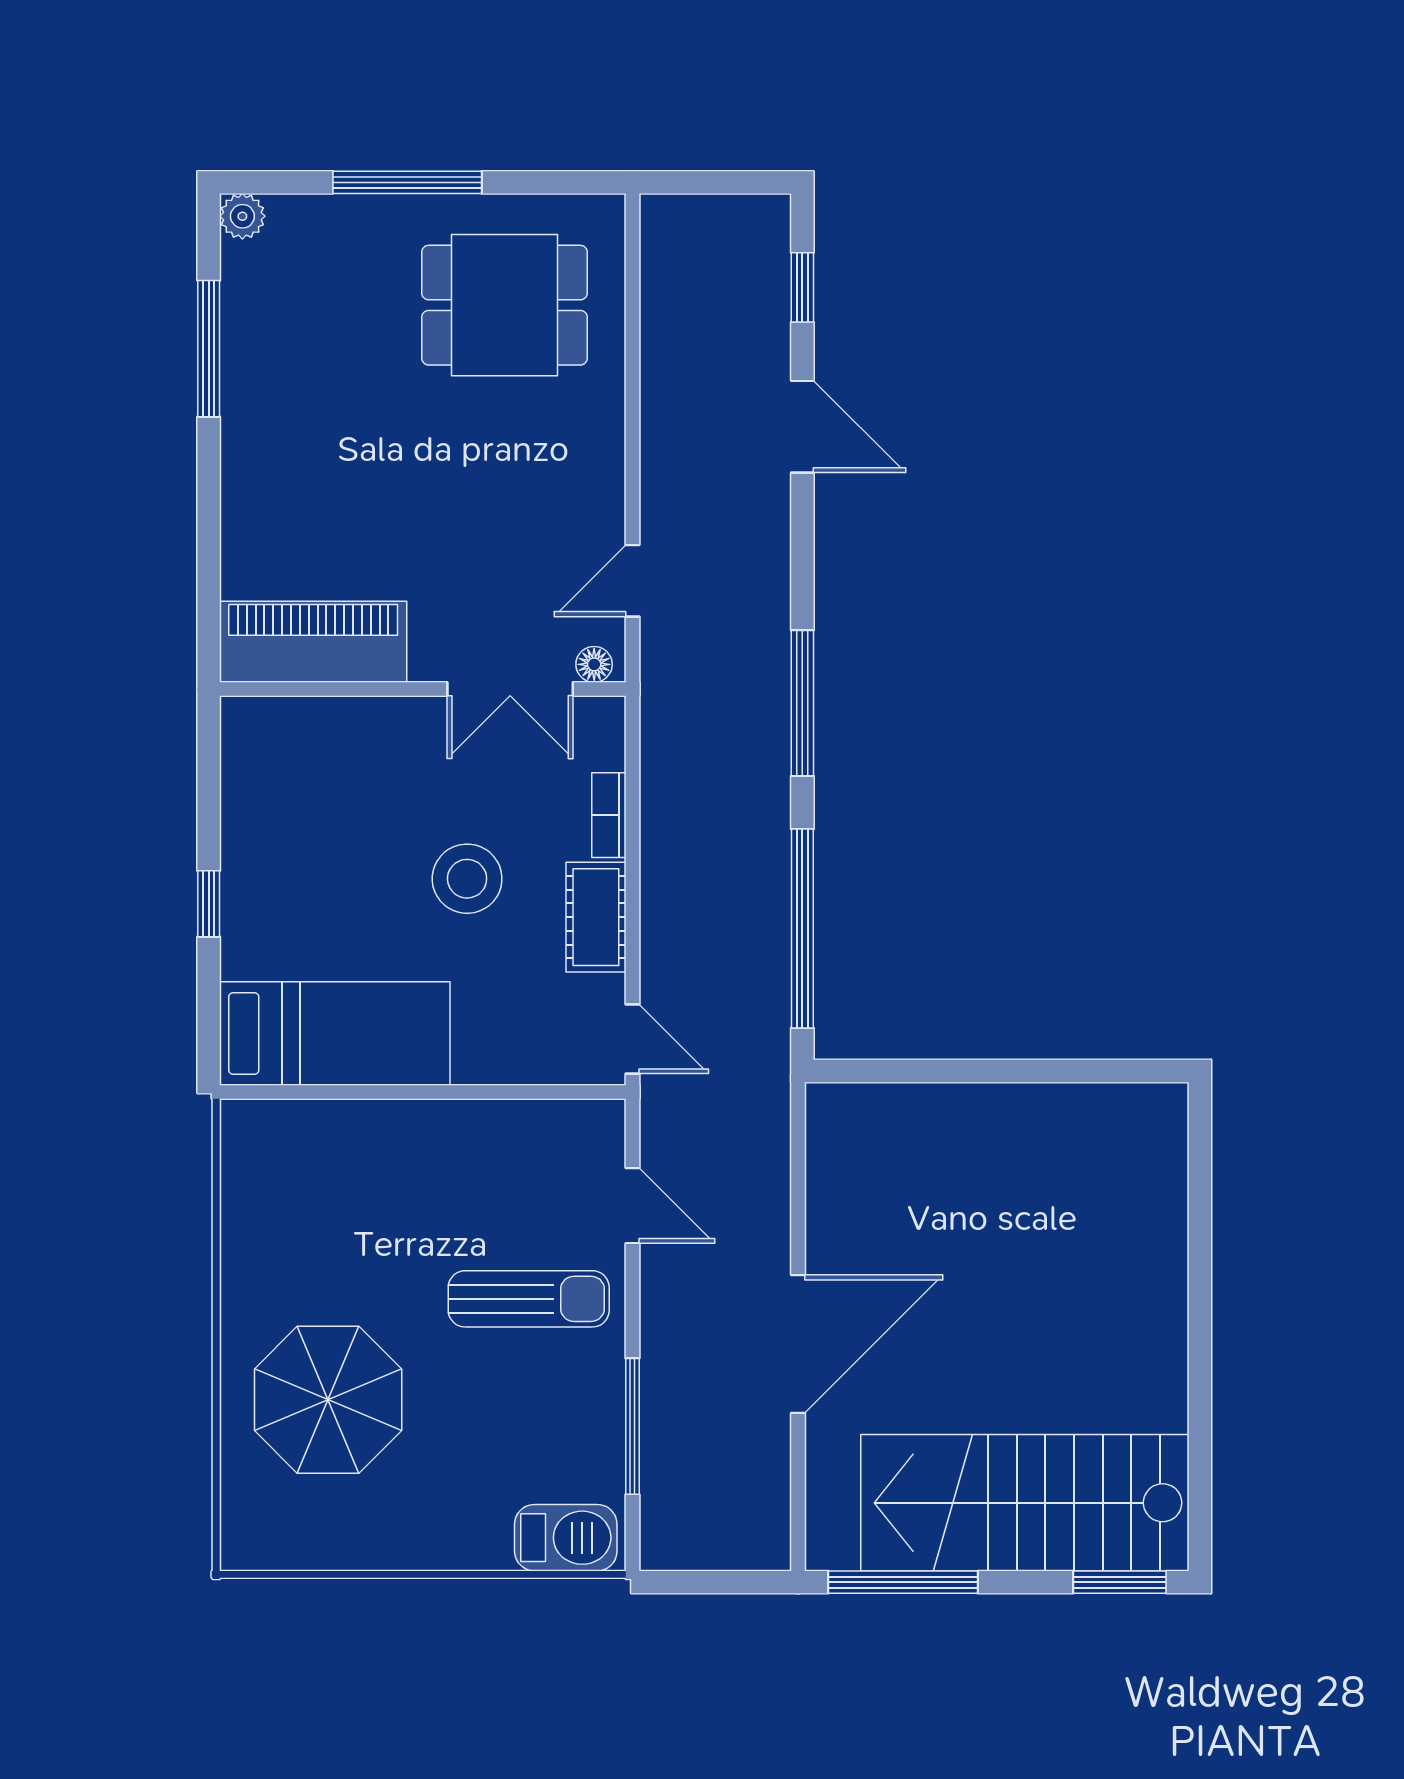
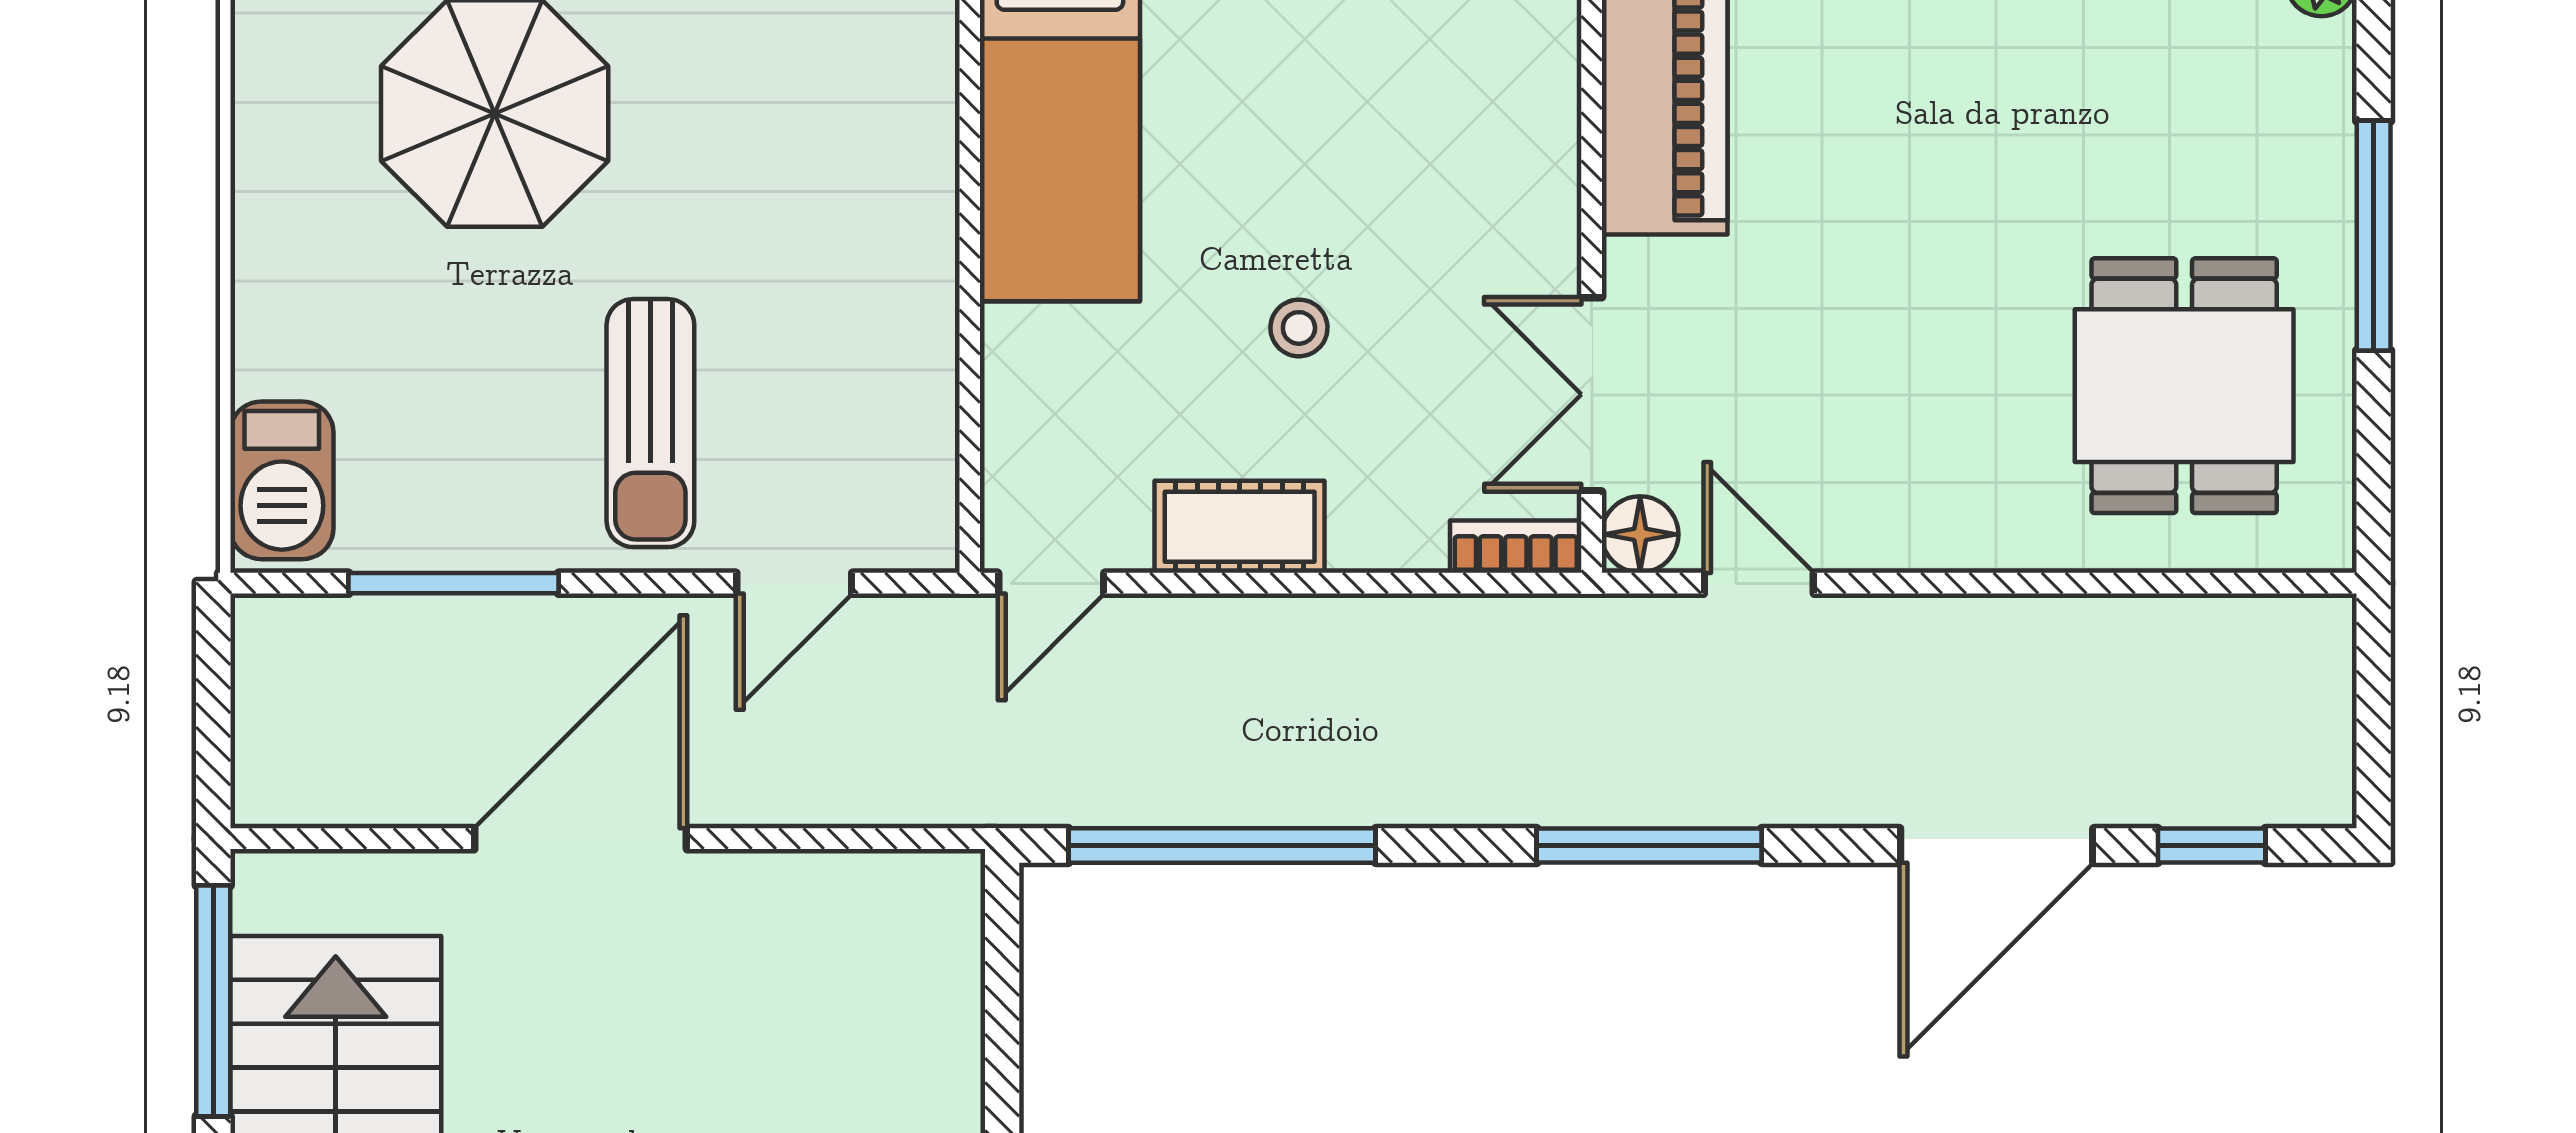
door: (802, 427) -> (1997, 846), width x1.36
floor lamp: (594, 664) -> (1640, 534), width x1.37, depth x1.37
window: (802, 703) -> (1649, 846), moved
bookcase: (609, 815) -> (1516, 547), moved
stool: (467, 879) -> (1299, 328), width x0.53, depth x0.53
door: (798, 1344) -> (581, 839), swing flipped

